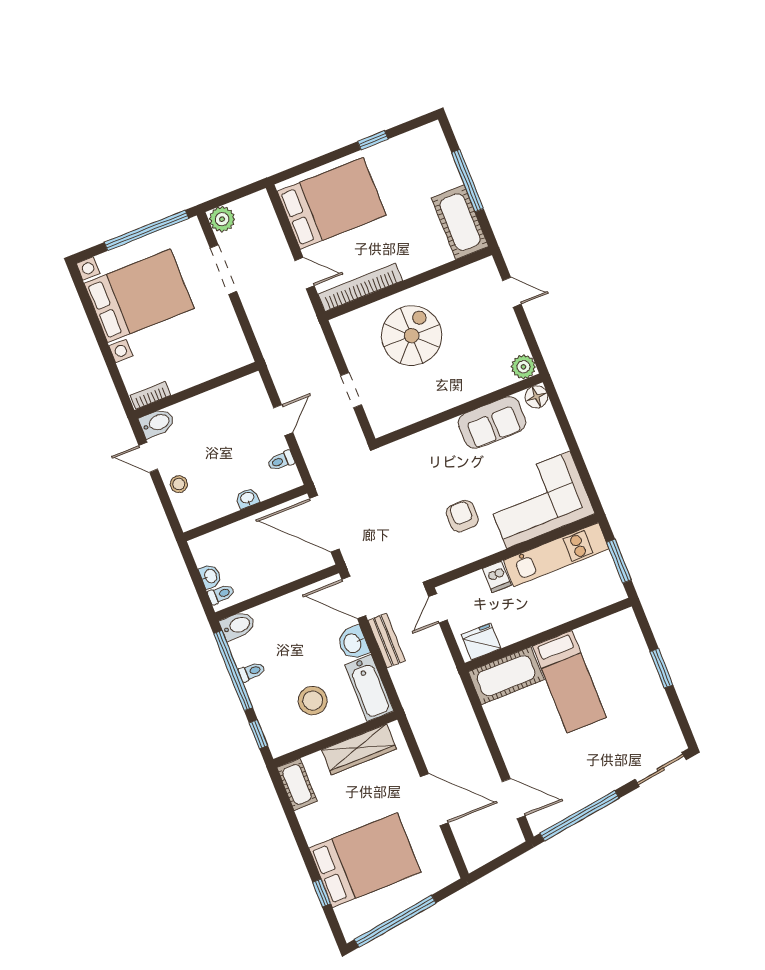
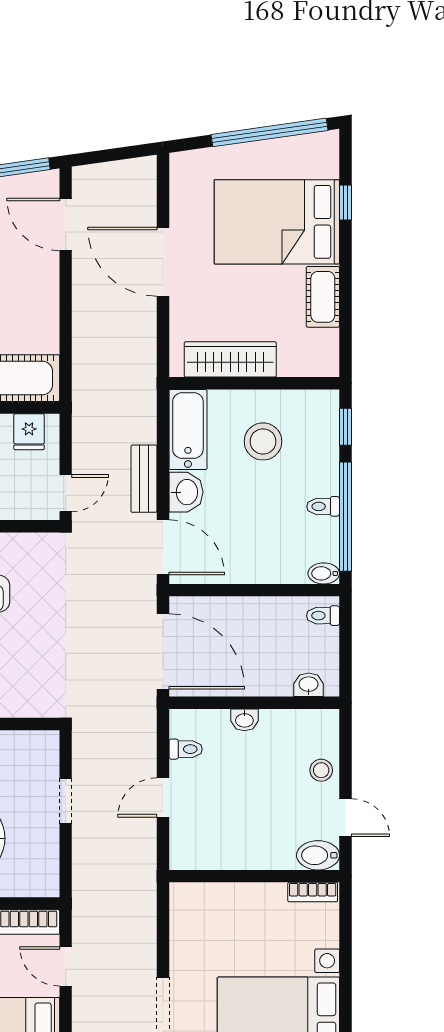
washbasin: (210, 576) -> (309, 685), moved, turned 90
bidet: (238, 626) -> (324, 573), width x0.72, depth x0.74
fridge: (481, 641) -> (29, 432), width x0.72
cot: (297, 784) -> (323, 297), moved

